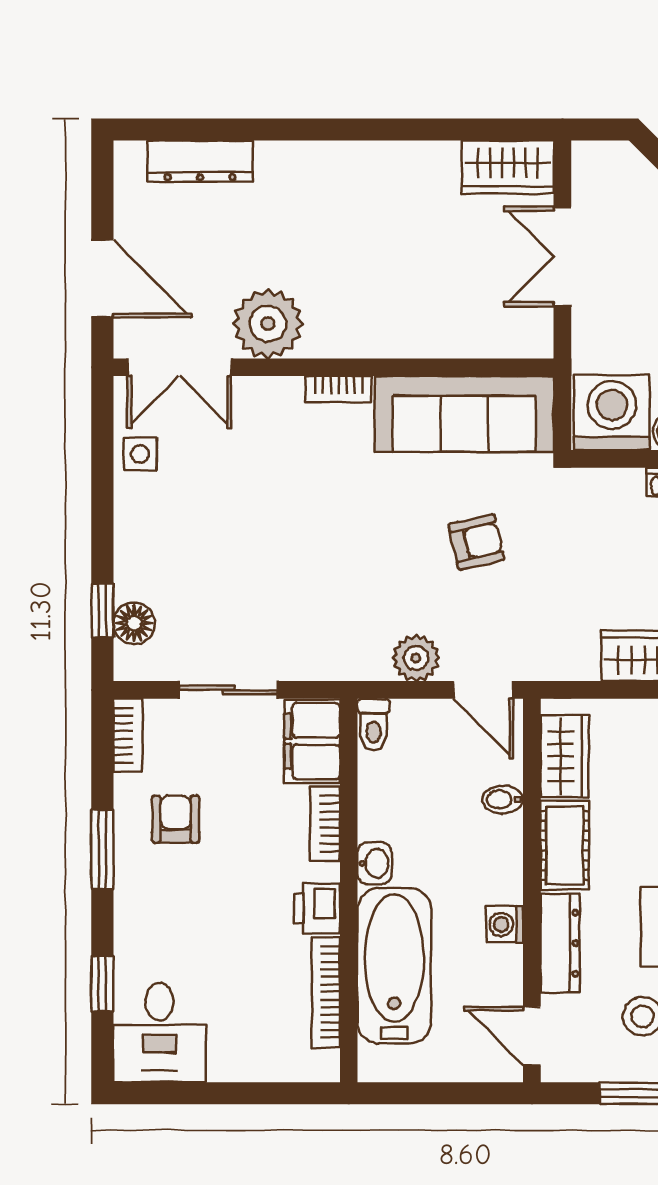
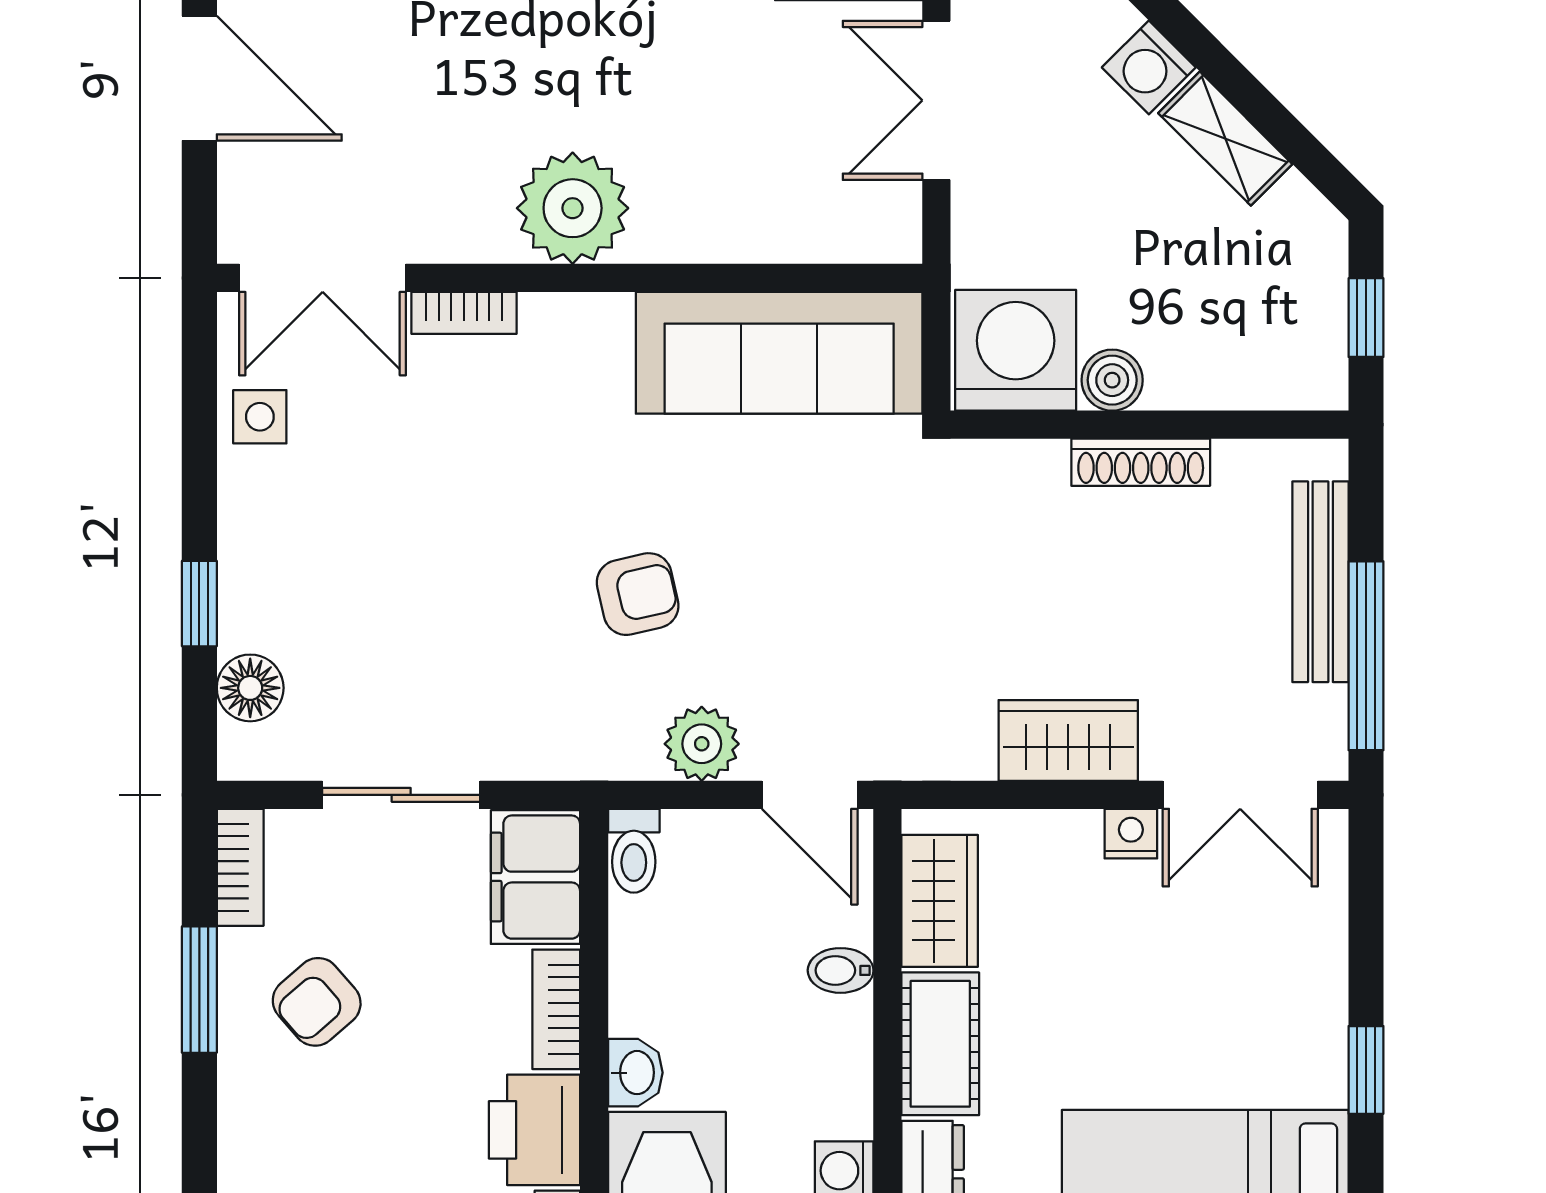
door: (102, 278) -> (199, 78), moved
plant: (268, 324) -> (573, 208), moved
bookcase: (339, 389) -> (464, 313), moved
armchair: (476, 542) -> (638, 594), moved
window: (102, 611) -> (199, 604), moved
armchair: (176, 819) -> (317, 1002), turned -131
window: (102, 849) -> (199, 990), moved
printer: (317, 908) -> (534, 1130), width x1.36, depth x1.24

